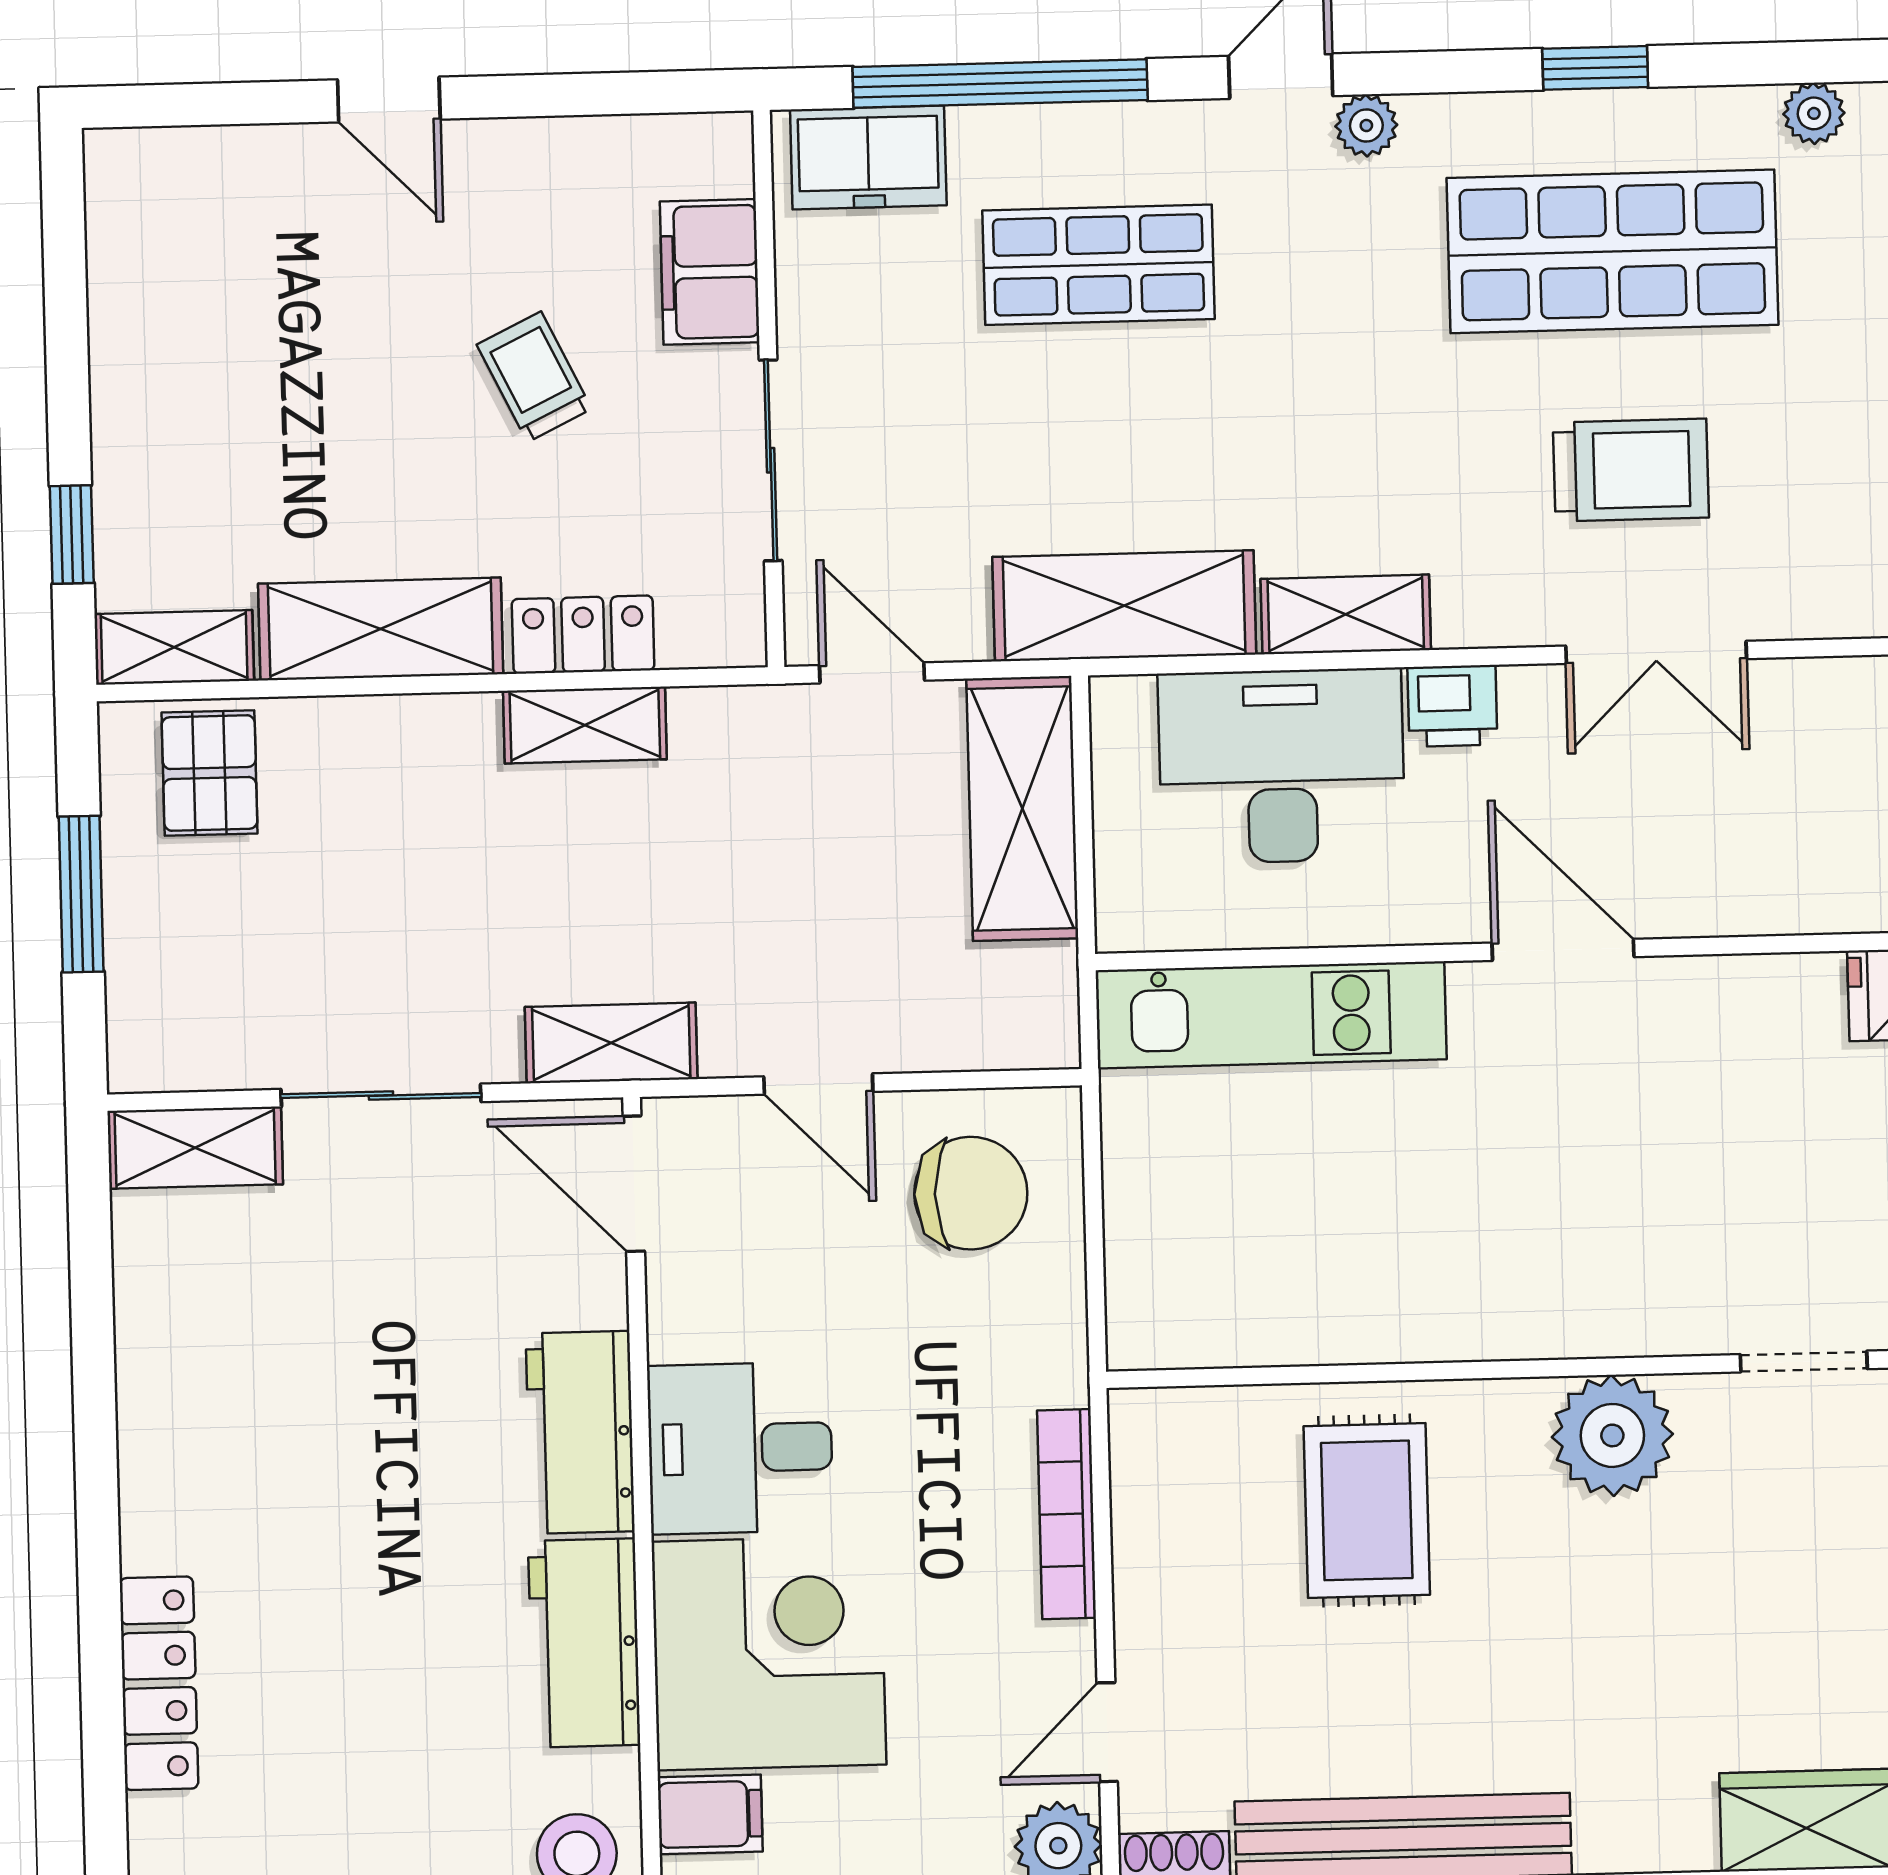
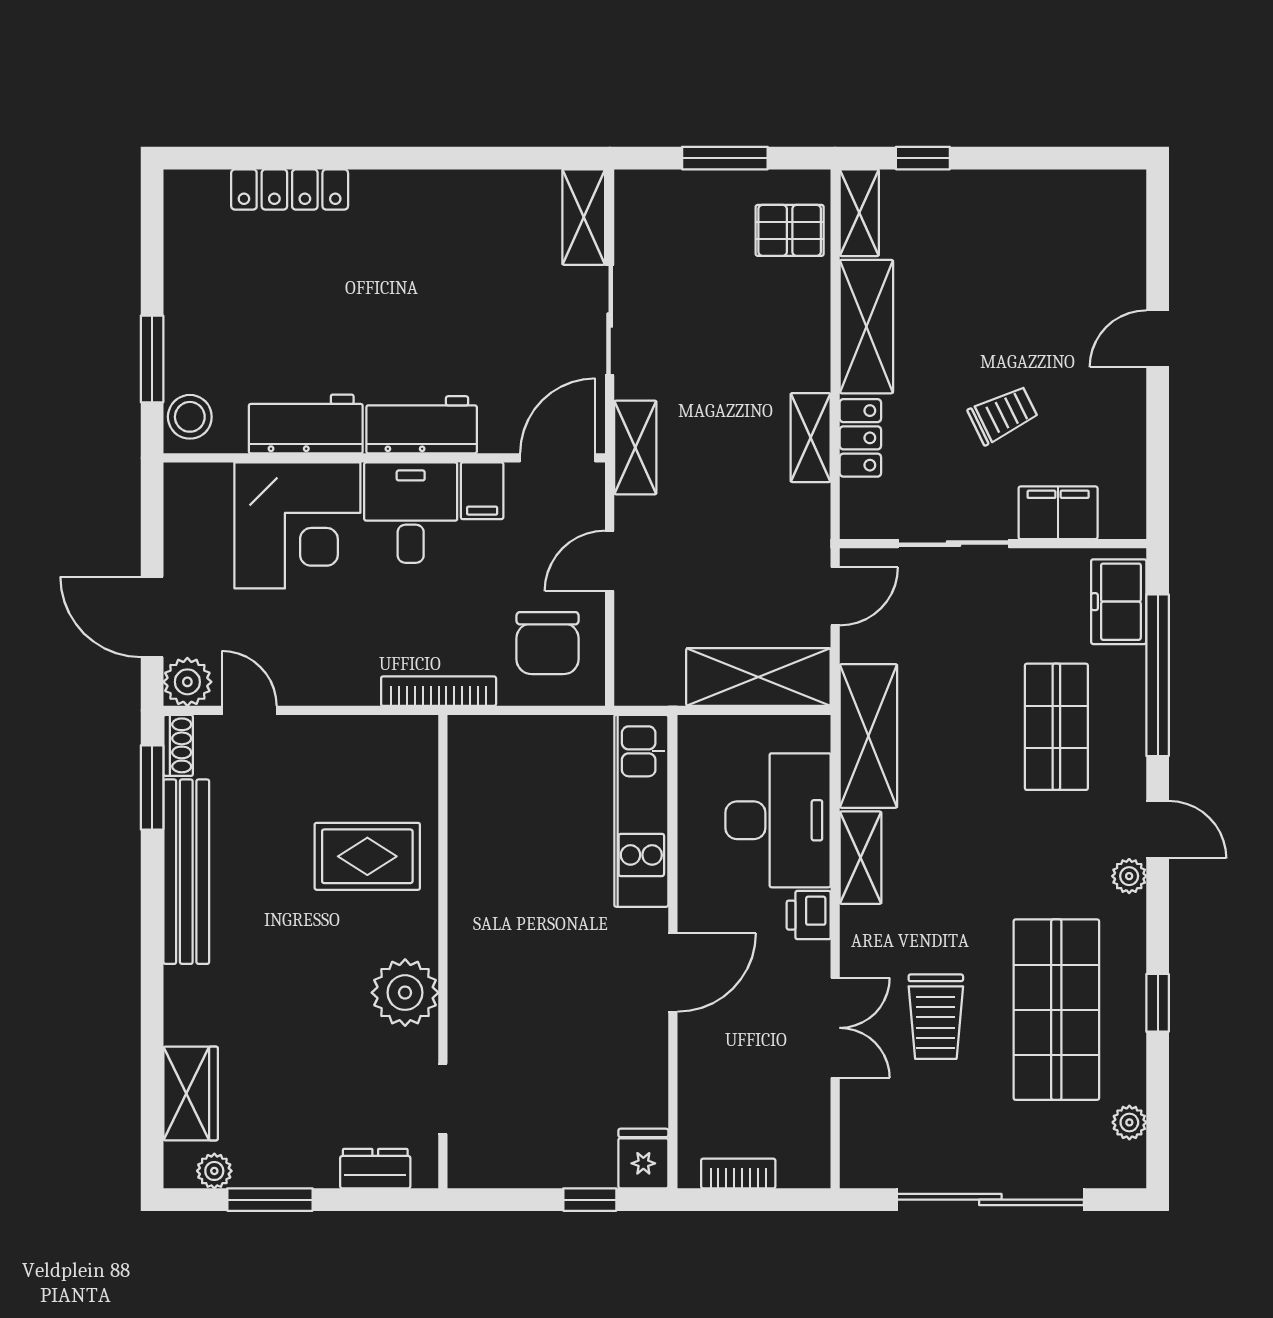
double door: (1656, 652) -> (835, 1028), swing flipped
bookcase: (1067, 1514) -> (439, 691), moved
filing cabinet: (710, 1814) -> (482, 491), moved

